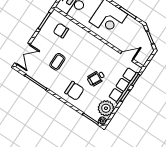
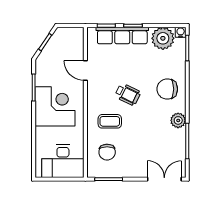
door: (127, 56) -> (85, 71), moved
coffee table: (57, 62) -> (110, 121), moved
wheelchair: (96, 78) -> (128, 94), moved
plant: (52, 85) -> (178, 120), added
chair: (74, 91) -> (167, 89), turned -90

